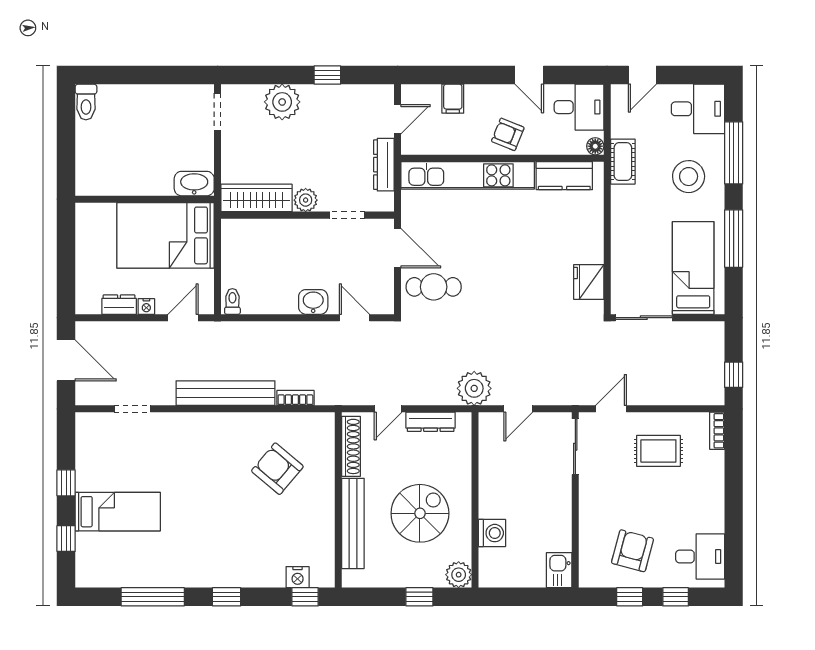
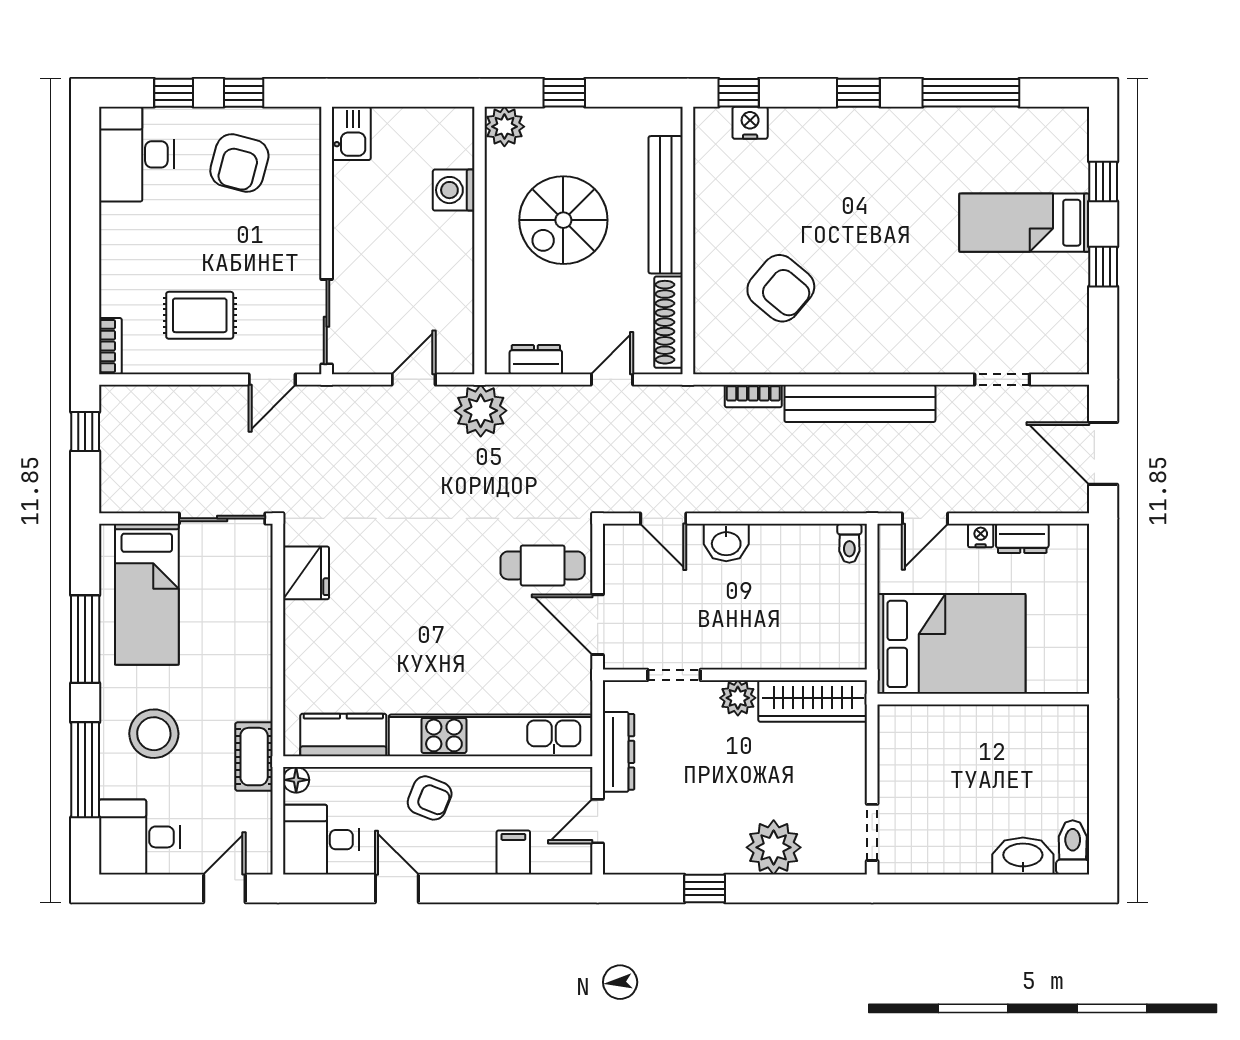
washbasin: (194, 184) -> (1023, 856), moved, turned 180
dresser: (431, 422) -> (536, 360), width x0.70
desk: (700, 556) -> (136, 154), width x1.37

